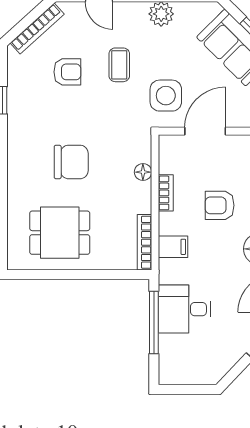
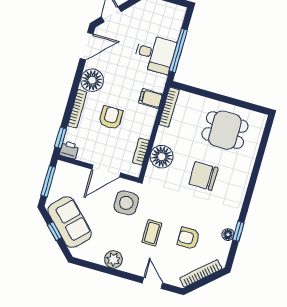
floor lamp: (15, 92) -> (228, 235), added
floor lamp: (143, 172) -> (162, 157), width x1.89, depth x1.89
bookcase: (166, 193) -> (141, 152), moved
armchair: (220, 205) -> (111, 118), turned -90

